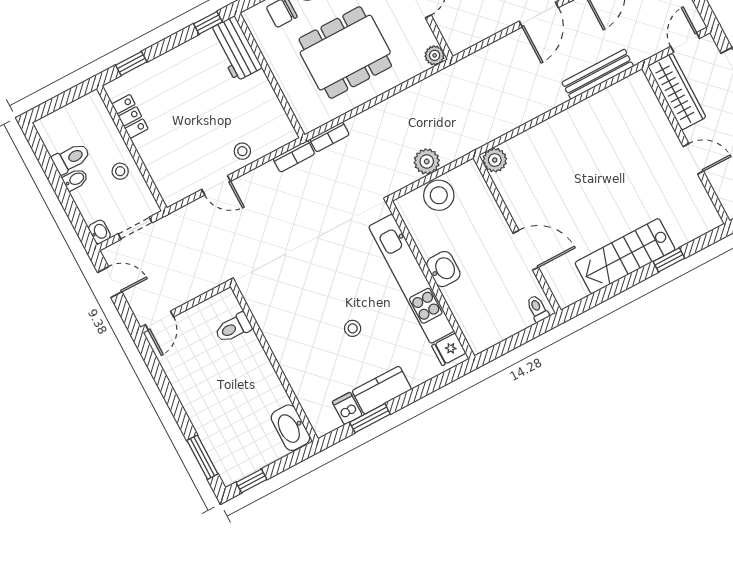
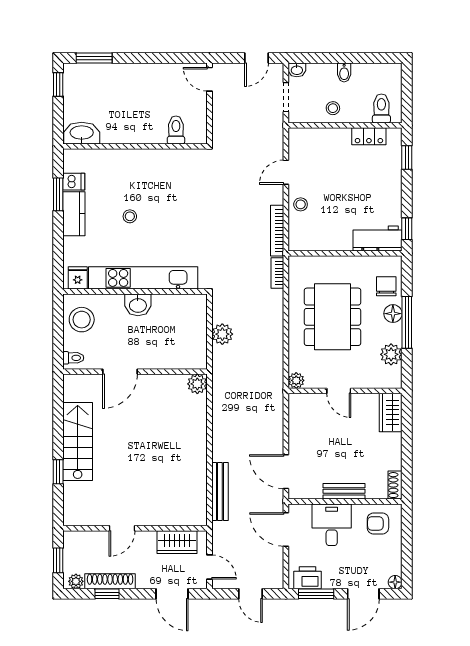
wardrobe: (677, 92) -> (177, 542), width x0.67
bookcase: (294, 156) -> (277, 231), width x1.56
toilet: (71, 158) -> (381, 108), moved, turned 180
stool: (439, 195) -> (82, 320), moved

